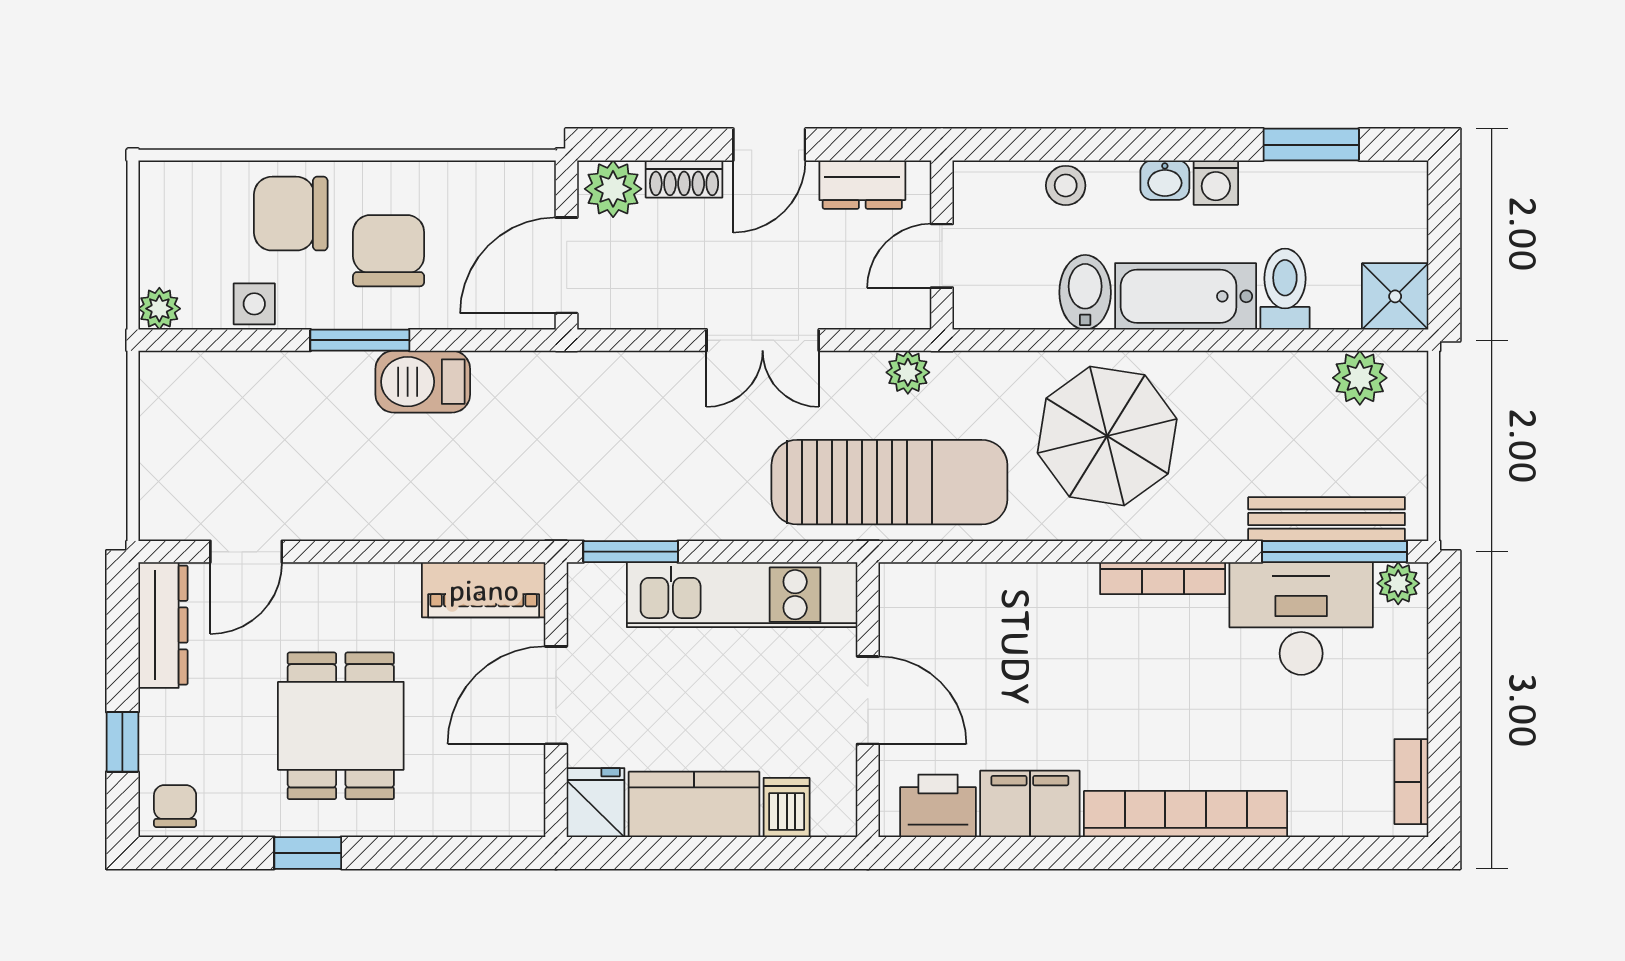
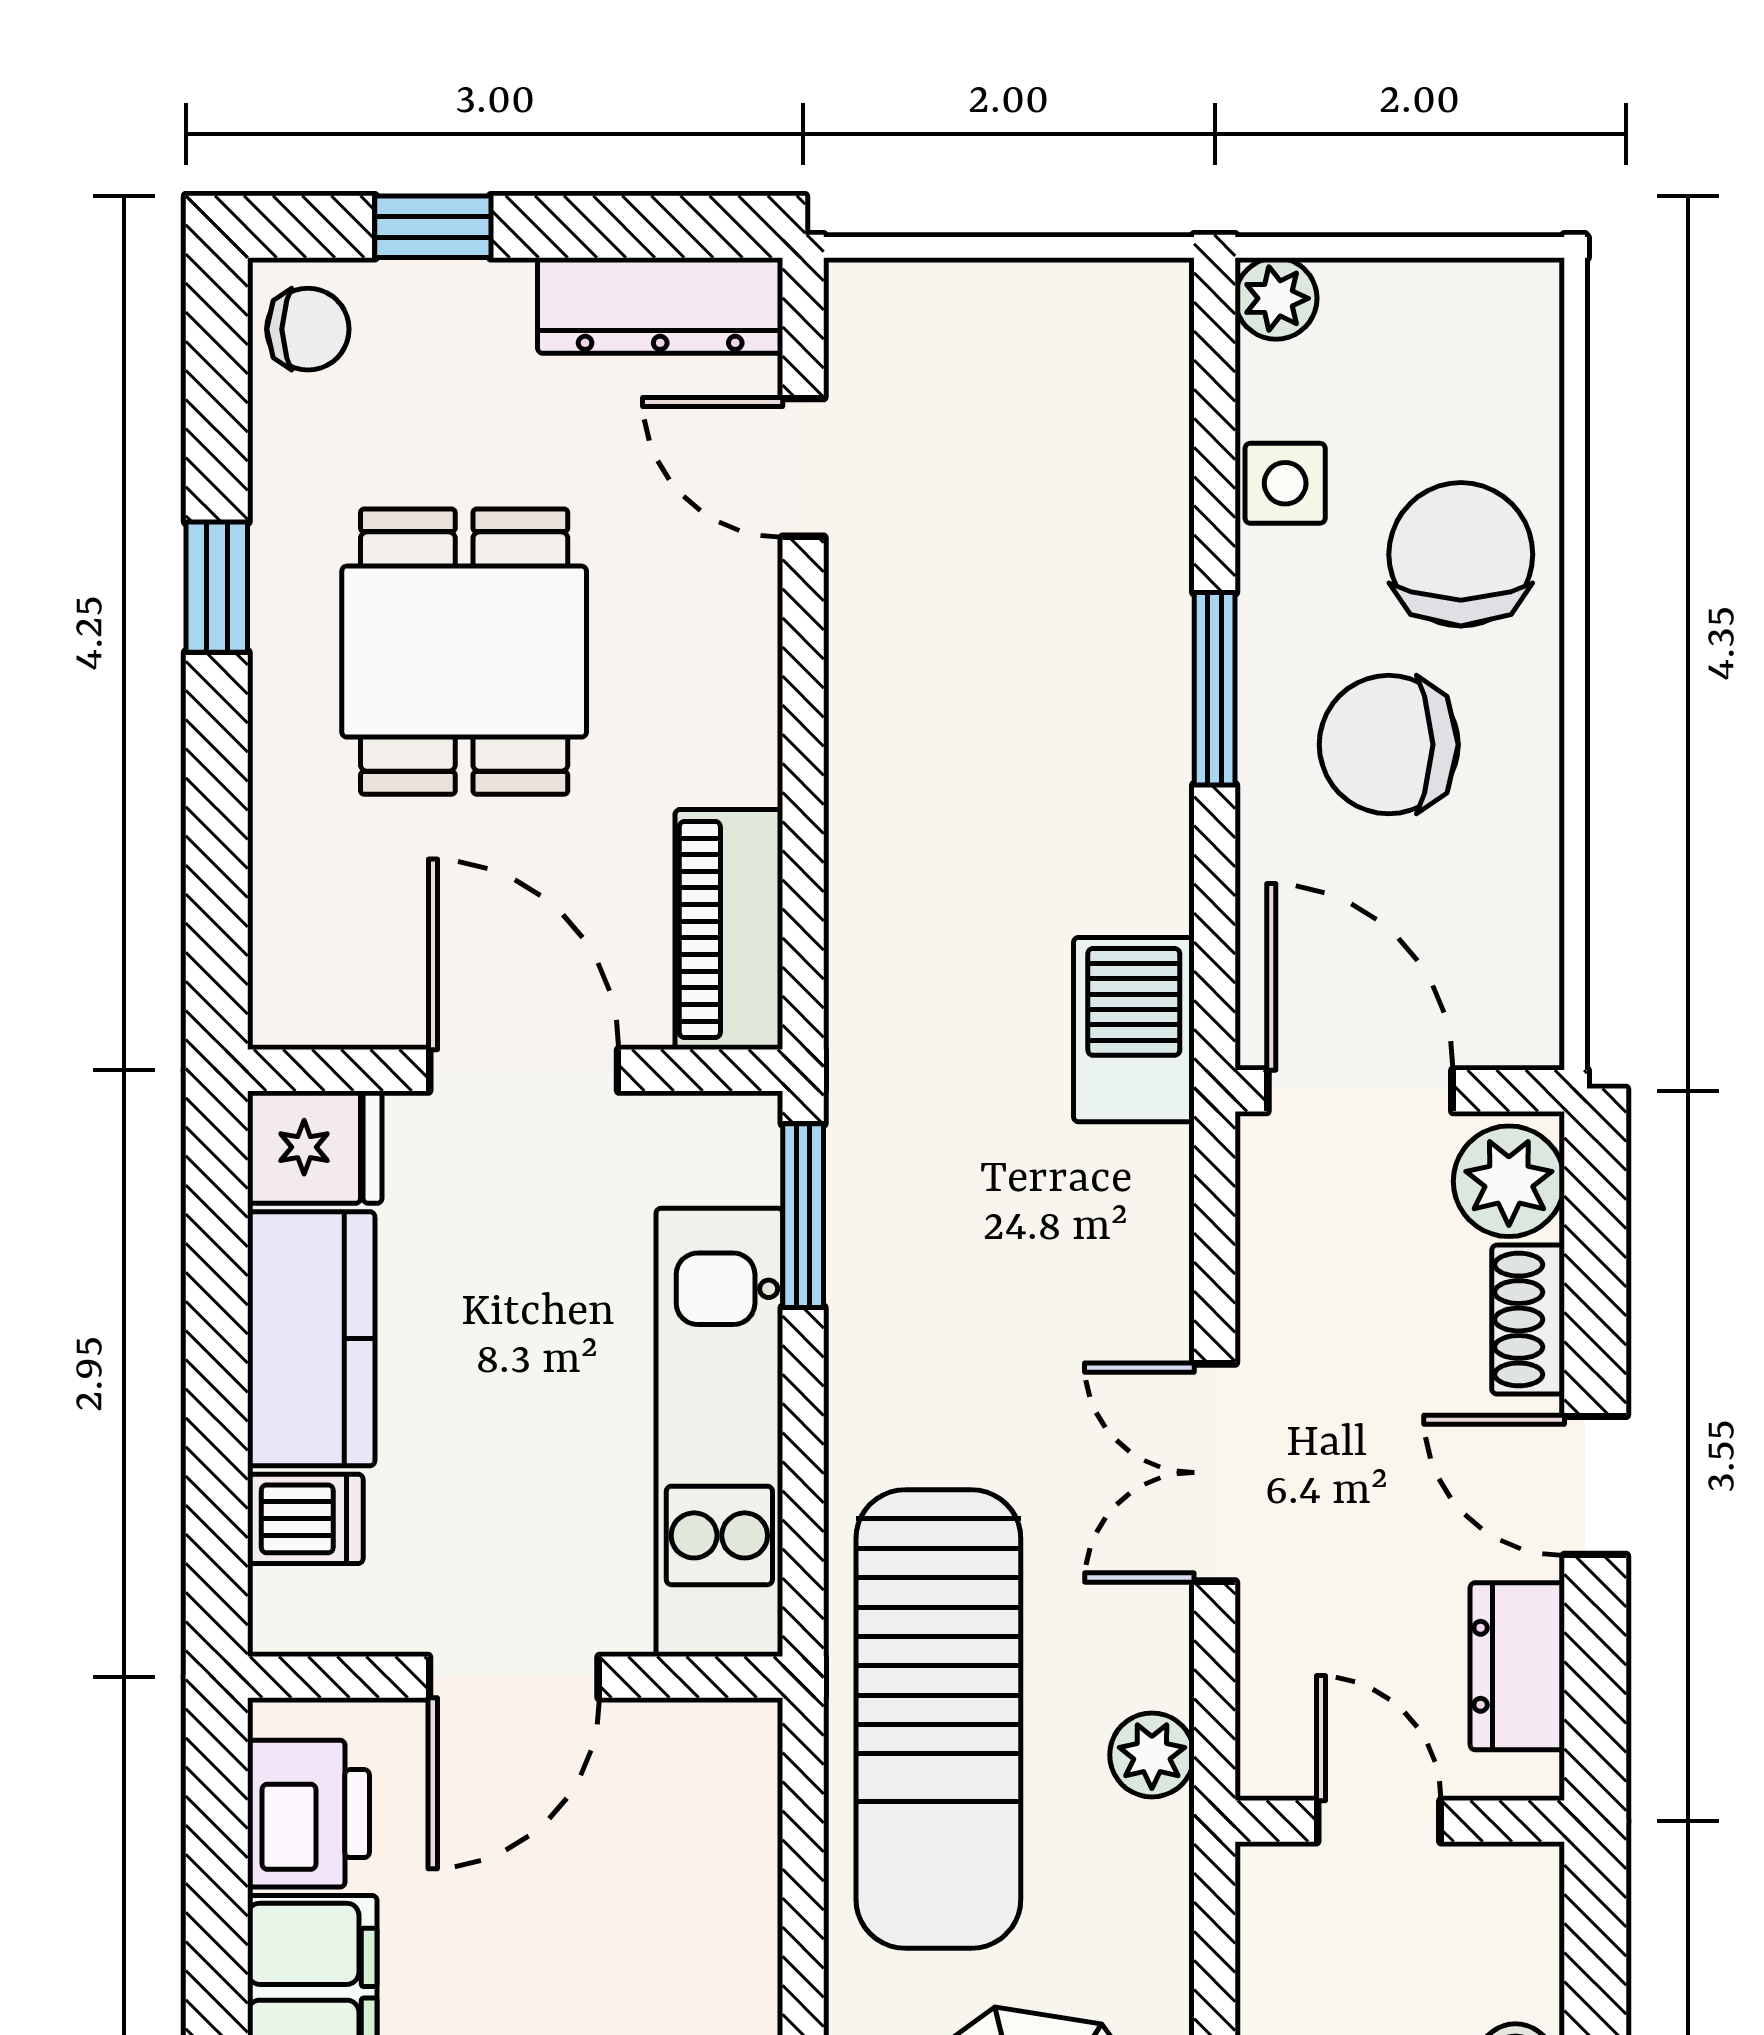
chair: (389, 251) -> (1389, 745), turned 180
barbecue: (423, 382) -> (1134, 1030), moved
dining table: (341, 726) -> (464, 652), turned 90

